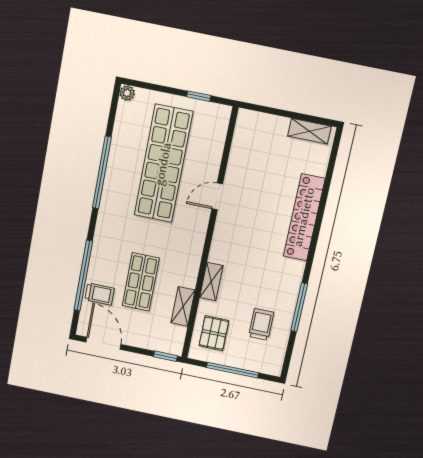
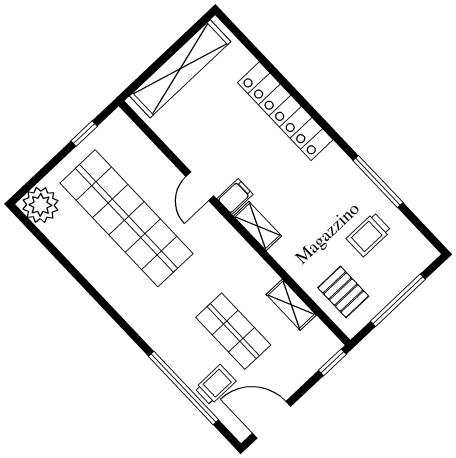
plant: (127, 93) -> (40, 205), width x1.88, depth x1.88
shelving: (309, 131) -> (180, 69), width x2.20, depth x1.33
window: (102, 173) -> (90, 289), removed
filing cabinet: (226, 224) -> (235, 197), added
shelving: (211, 282) -> (257, 226), moved
trolley: (261, 324) -> (369, 235), turned -90

